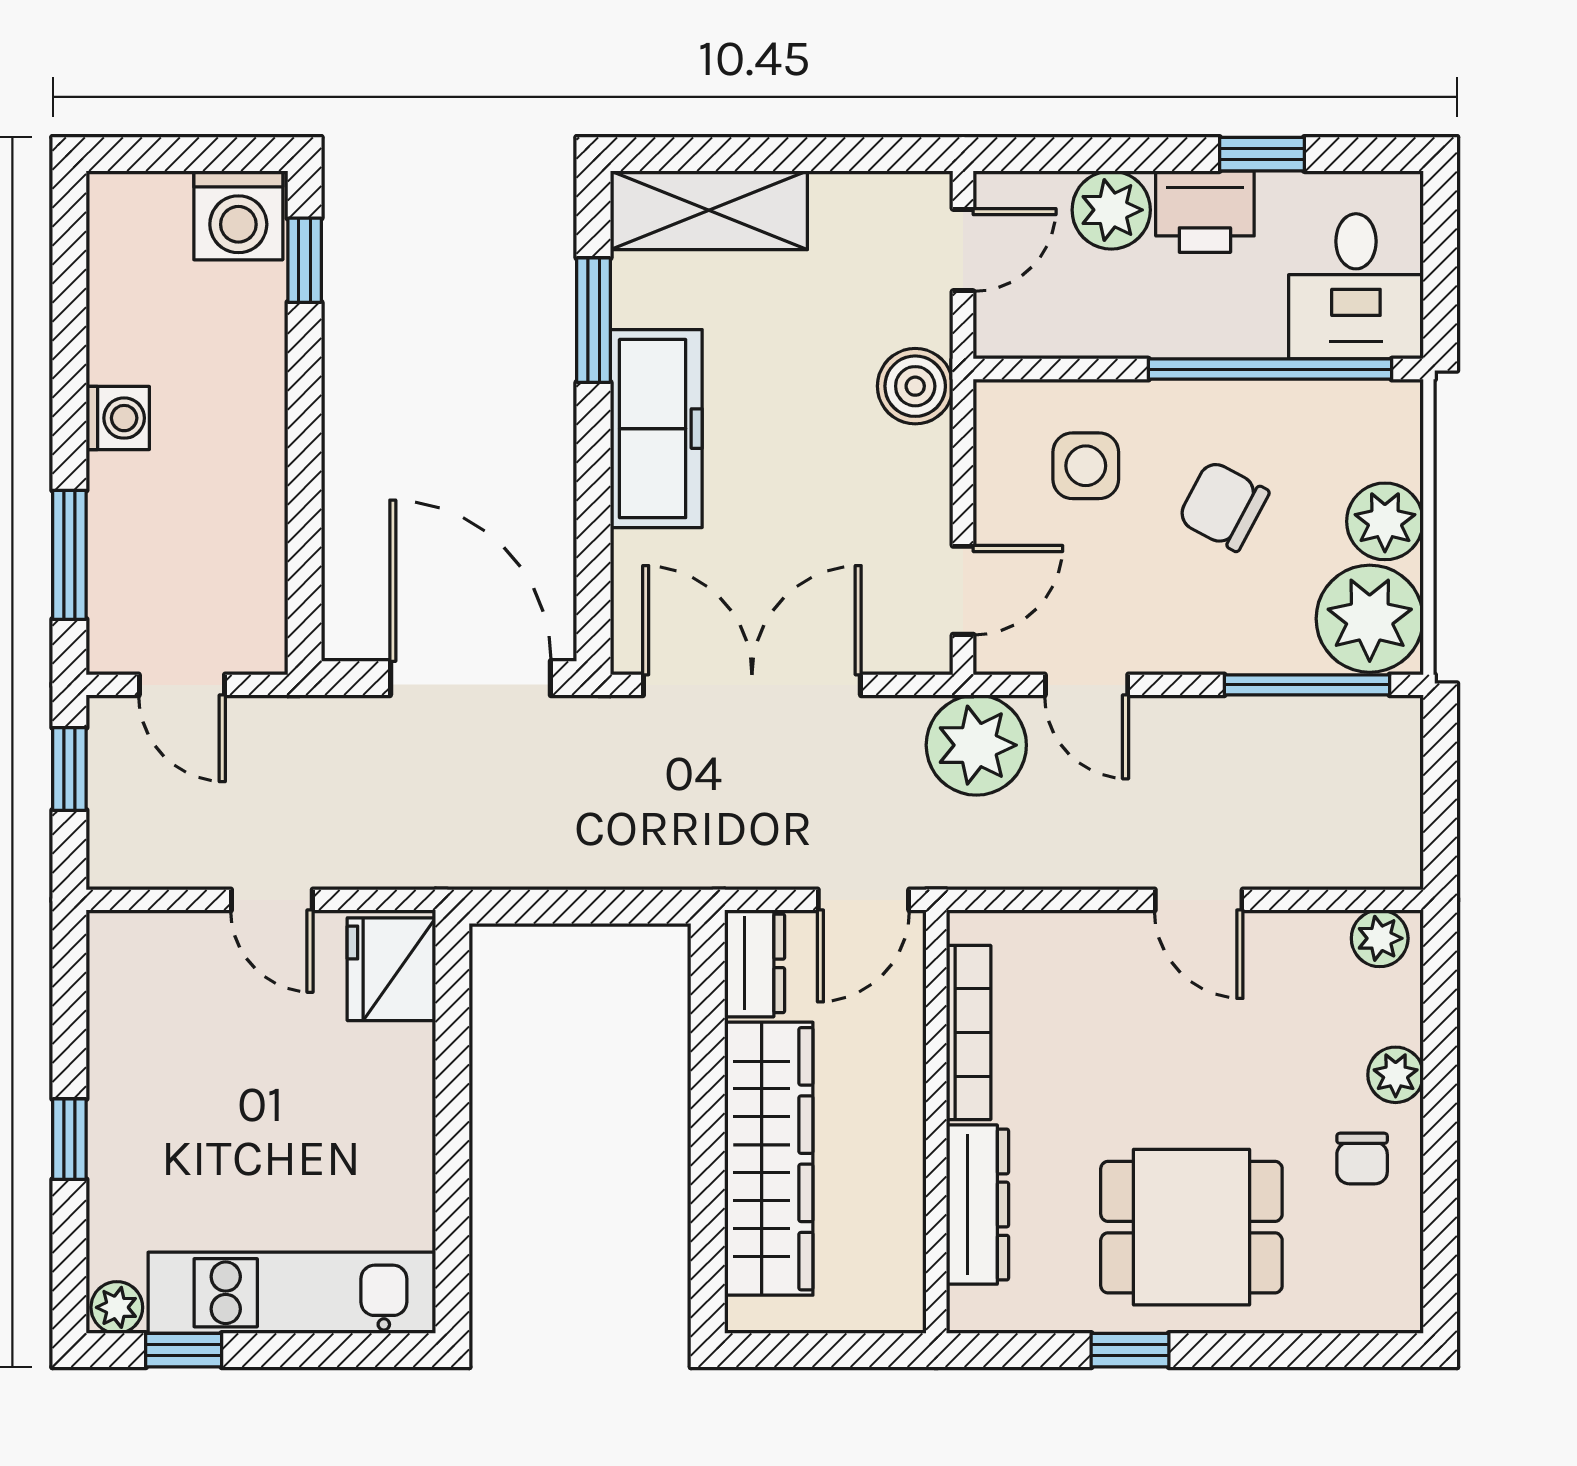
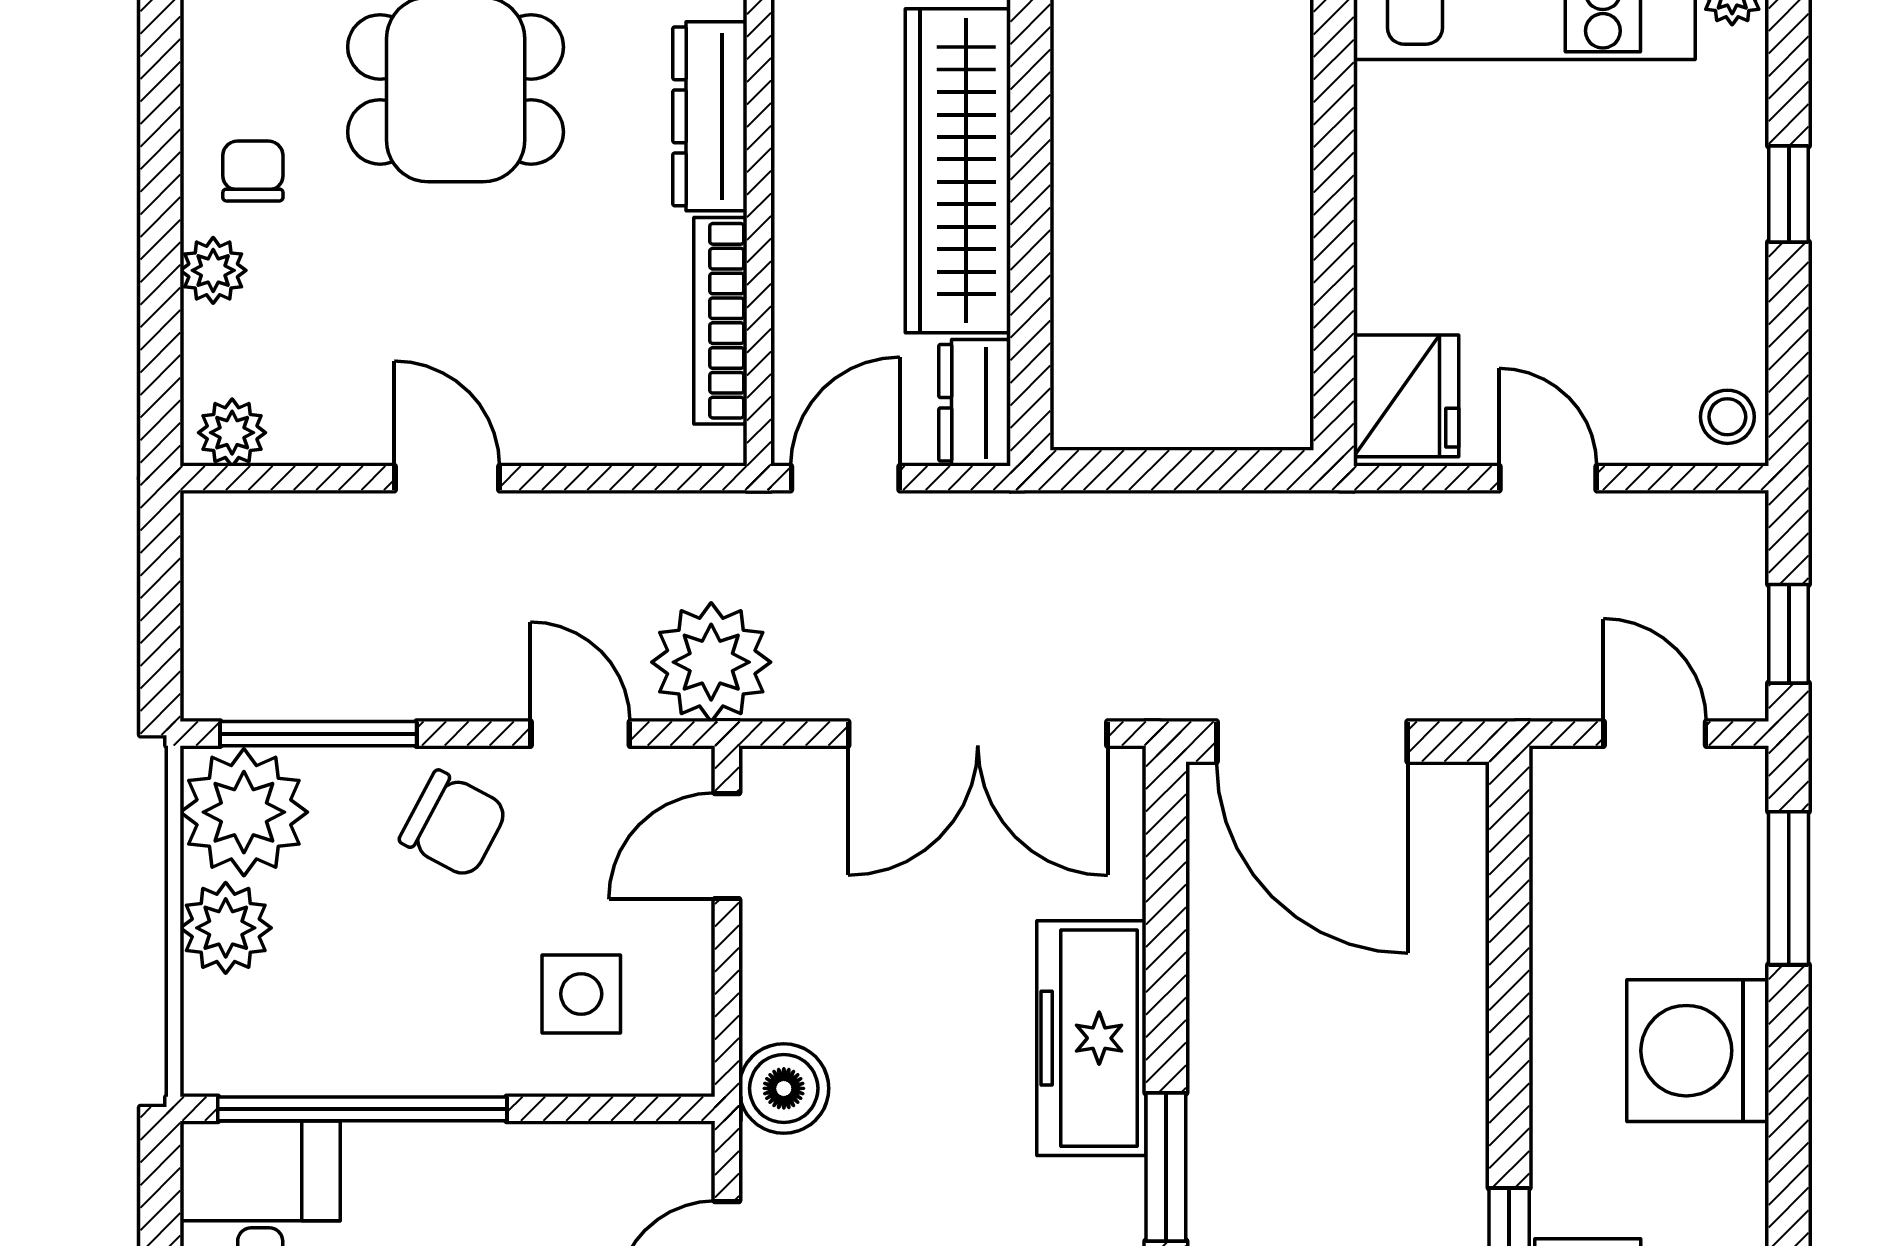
washing machine: (118, 418) -> (1698, 1051), width x1.89, depth x1.89
chair: (1223, 506) -> (454, 824), moved
stool: (121, 952) -> (1727, 417), added

